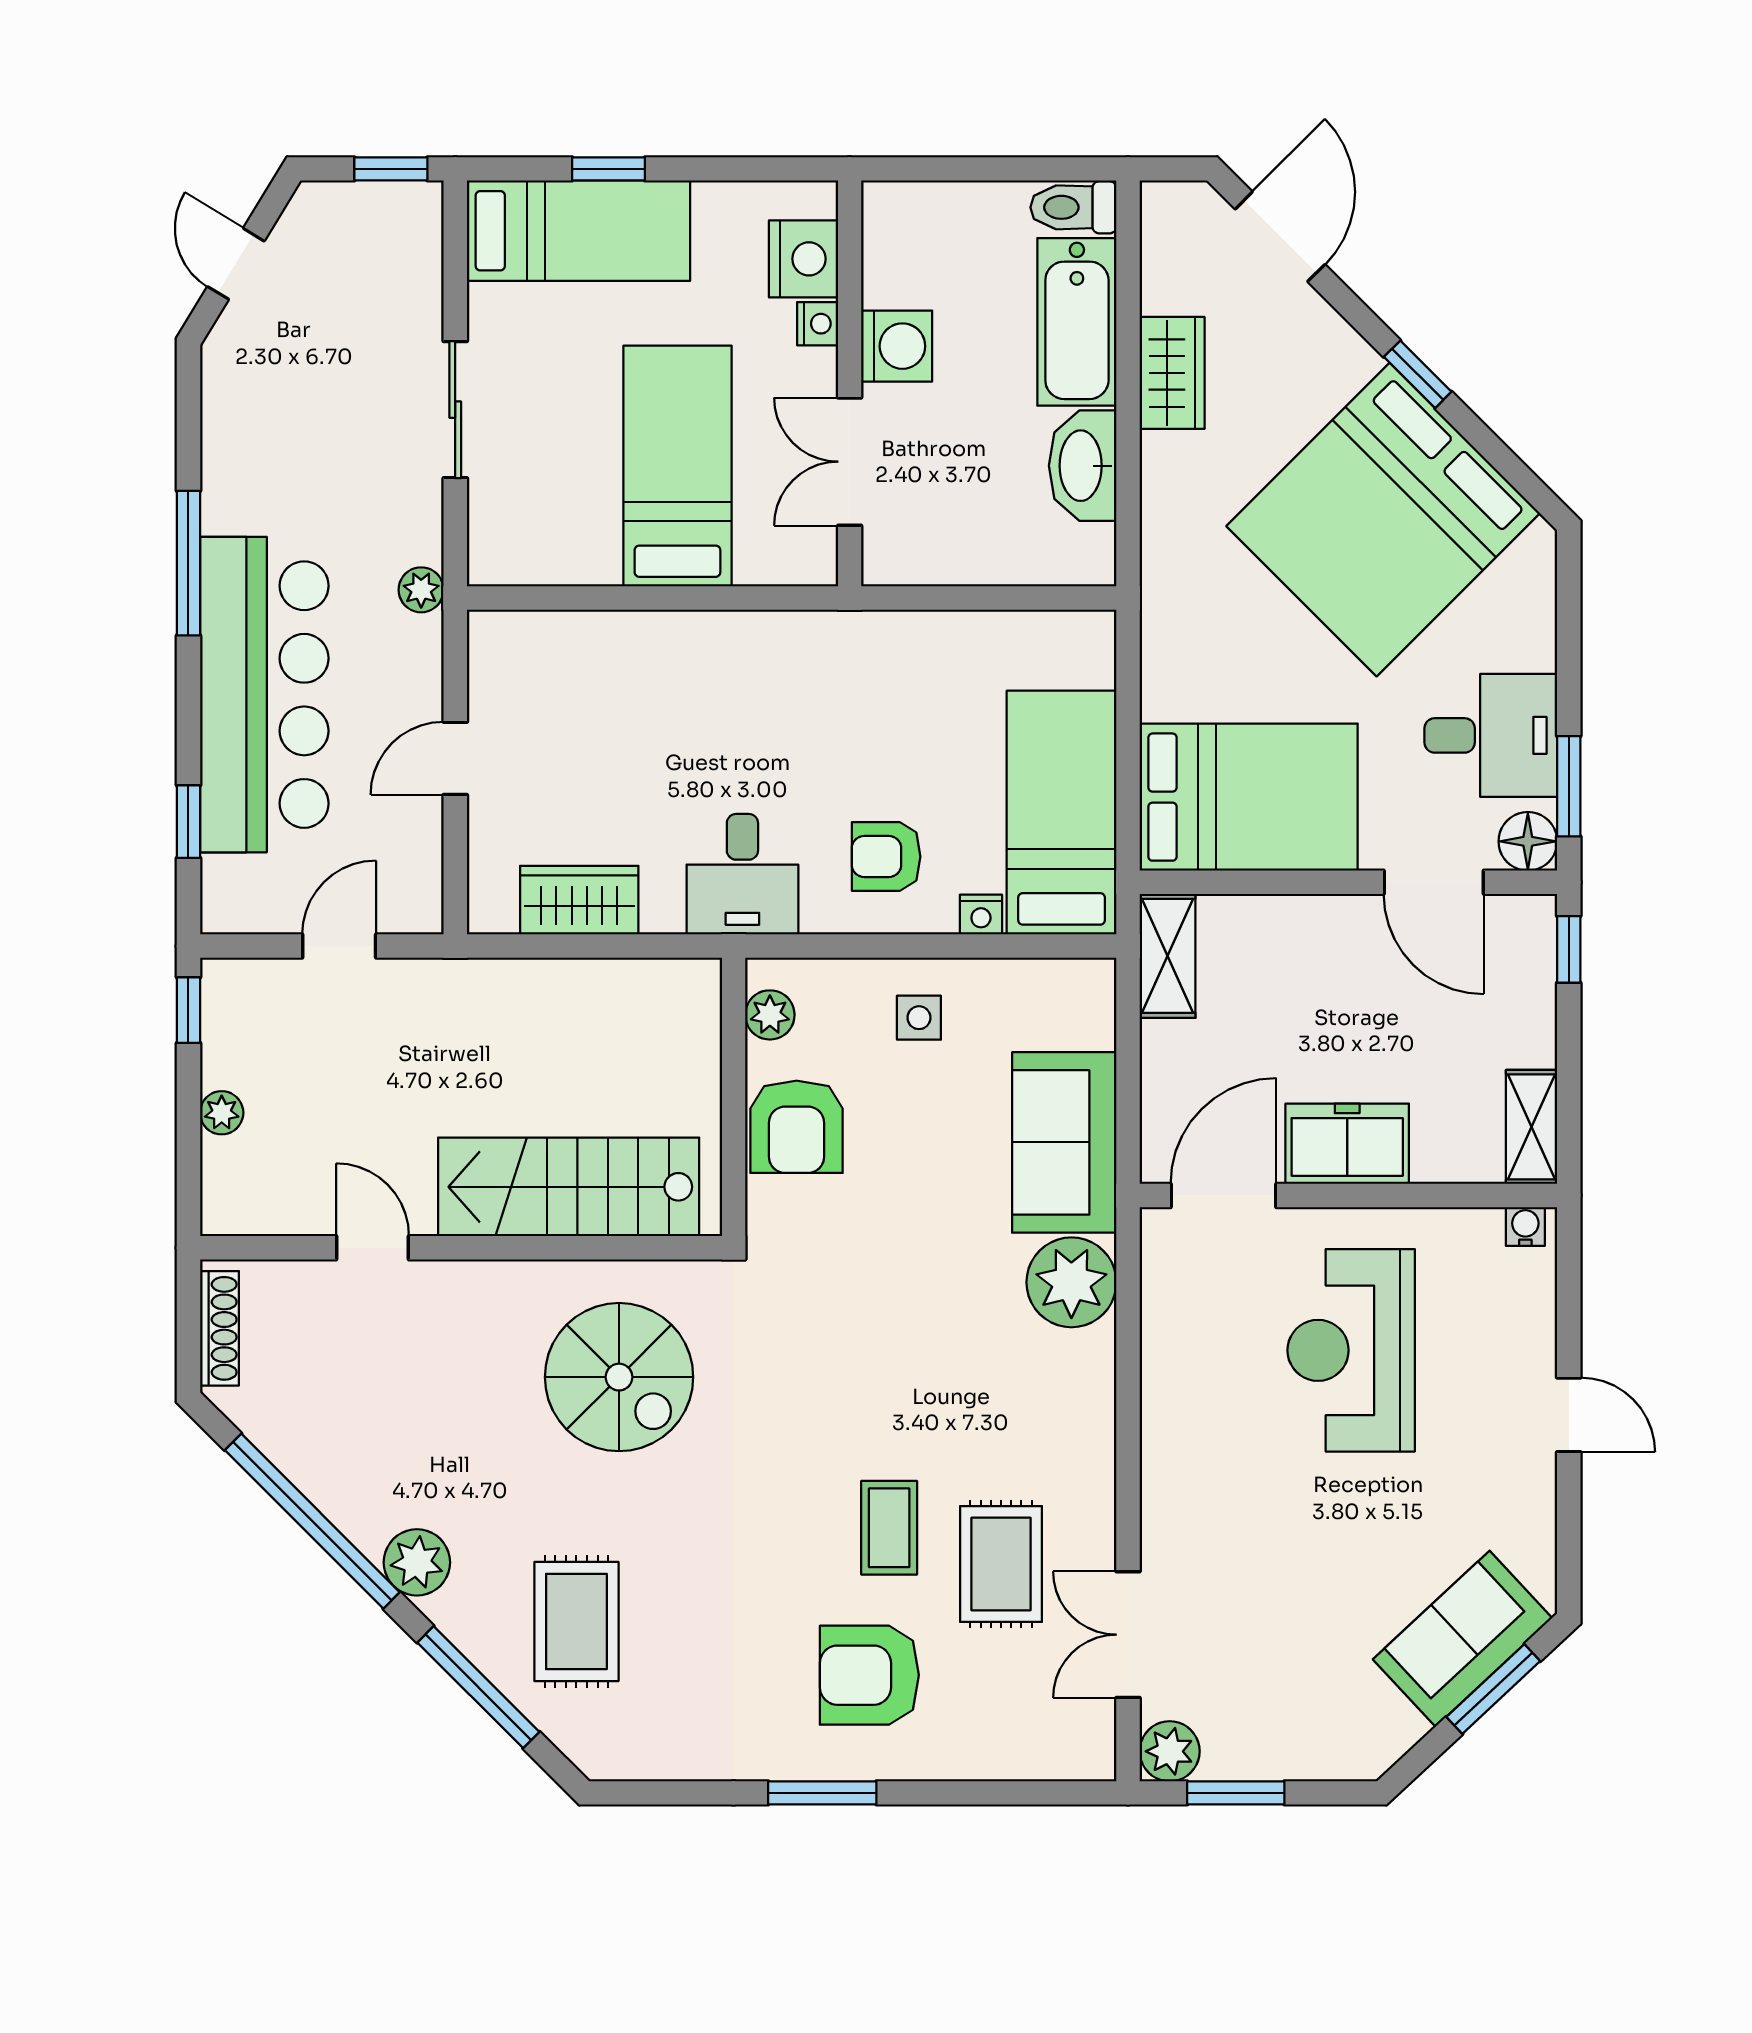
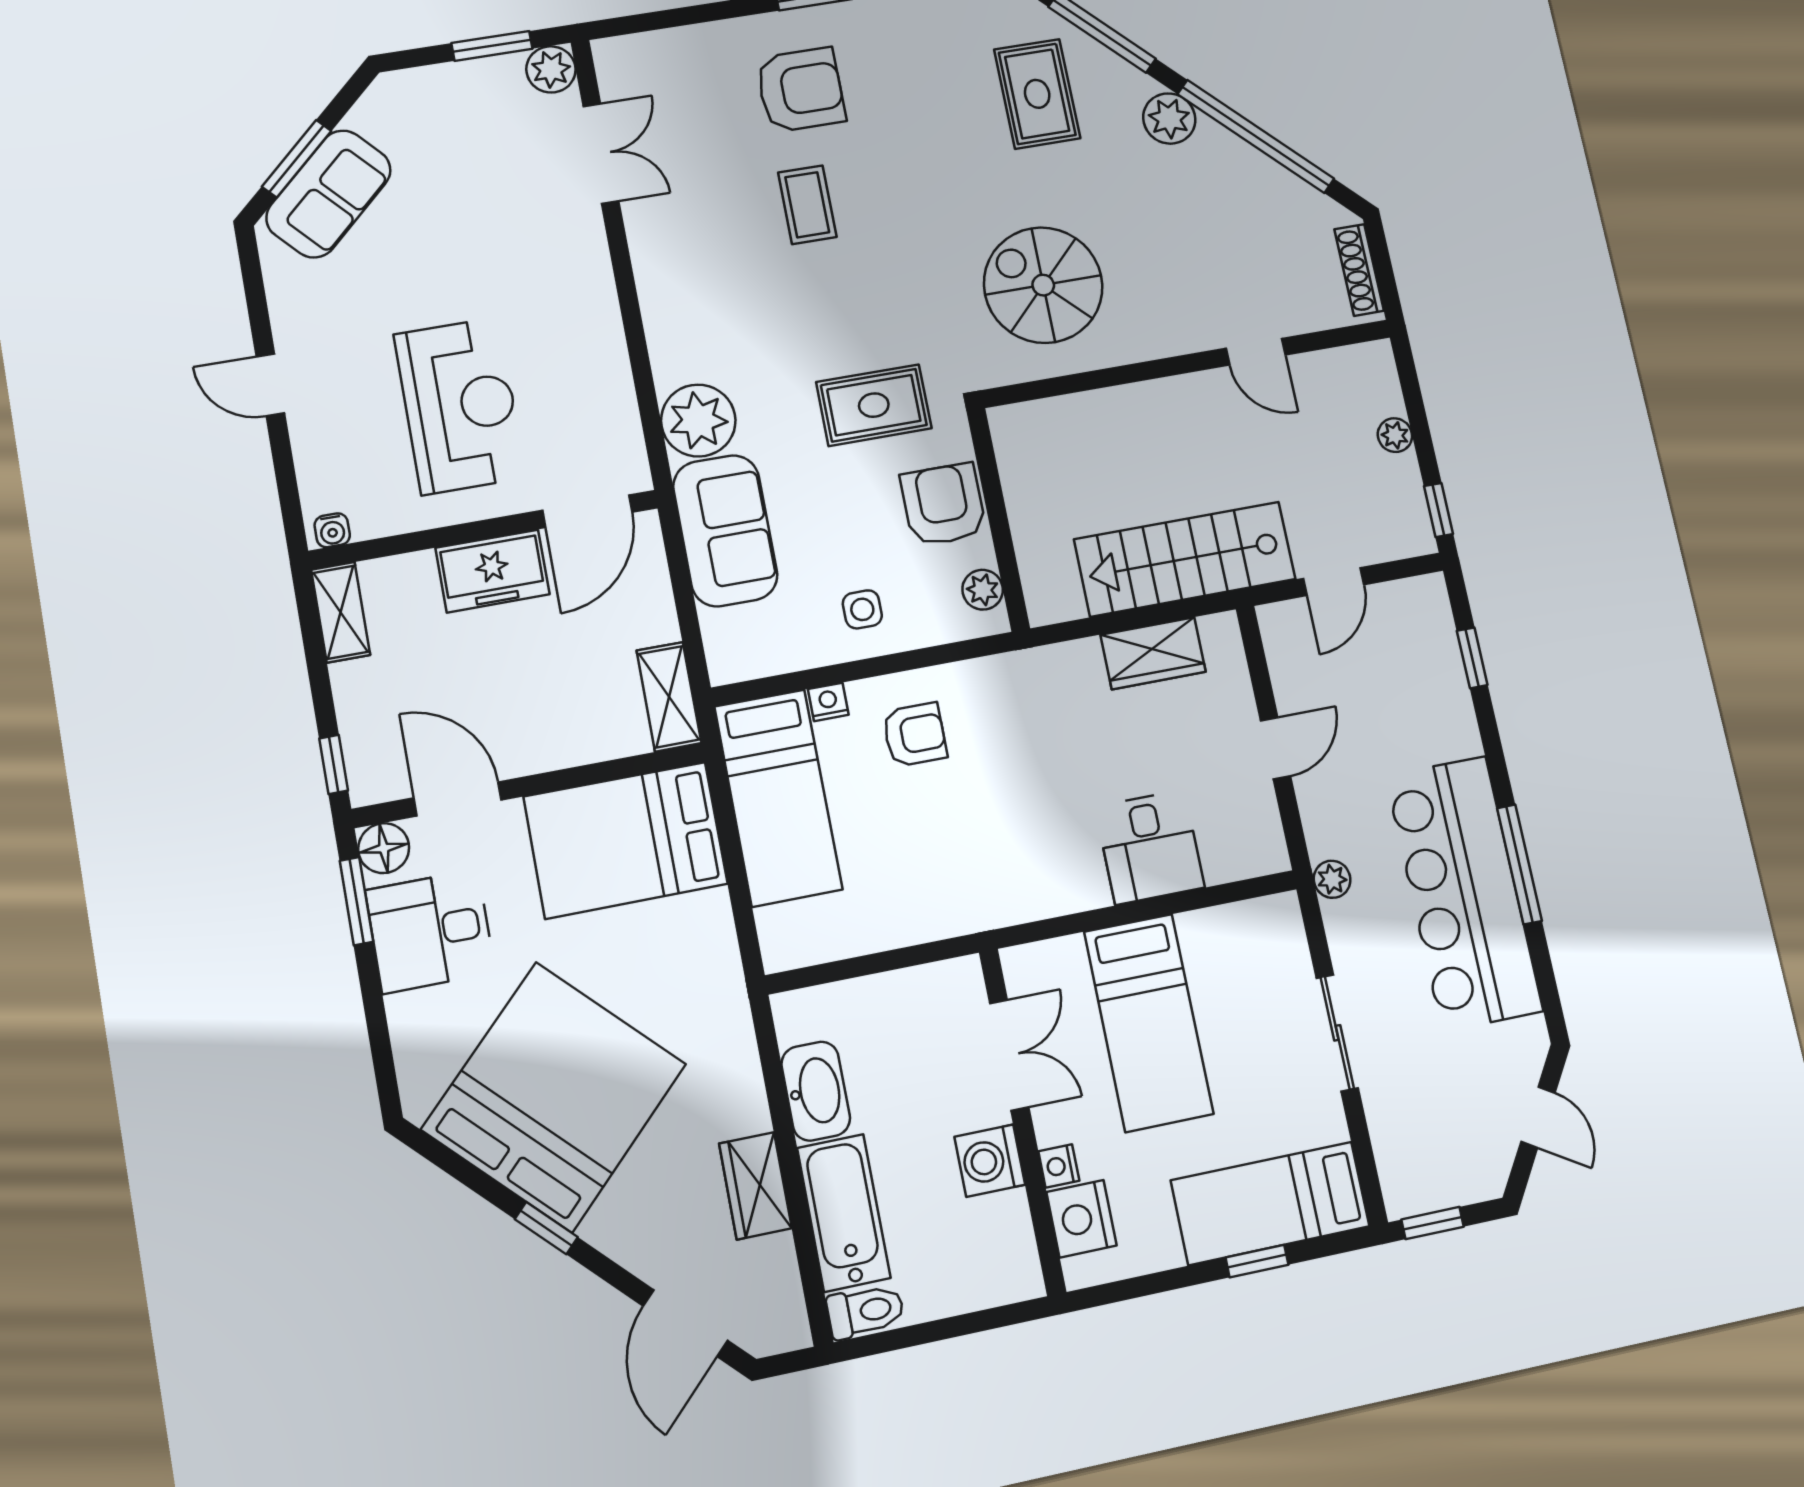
bar counter: (264, 695) -> (1464, 893), moved
desk: (742, 874) -> (1150, 847), moved, turned 180
stairs: (569, 1187) -> (1185, 559), moved, turned 180
rug: (1001, 1564) -> (874, 405), moved, turned 90

